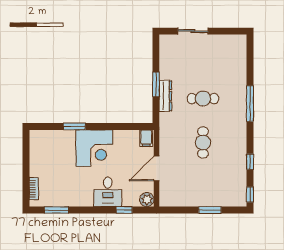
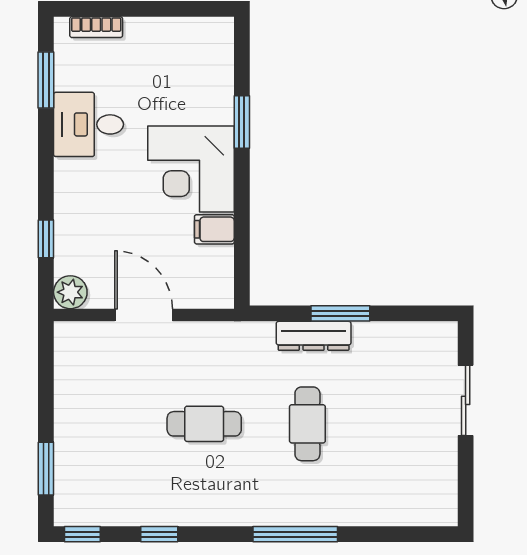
filing cabinet: (146, 138) -> (214, 229), moved
desk: (108, 192) -> (89, 124), moved
window: (210, 210) -> (46, 469), moved

